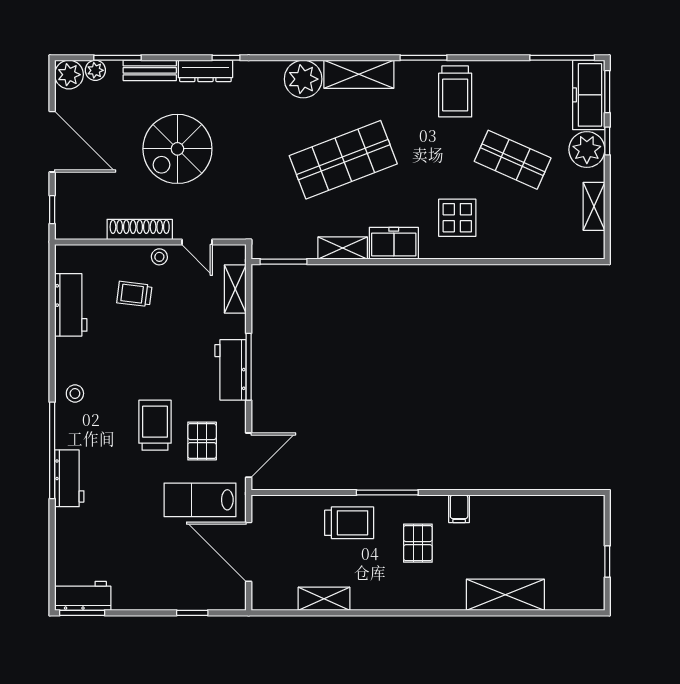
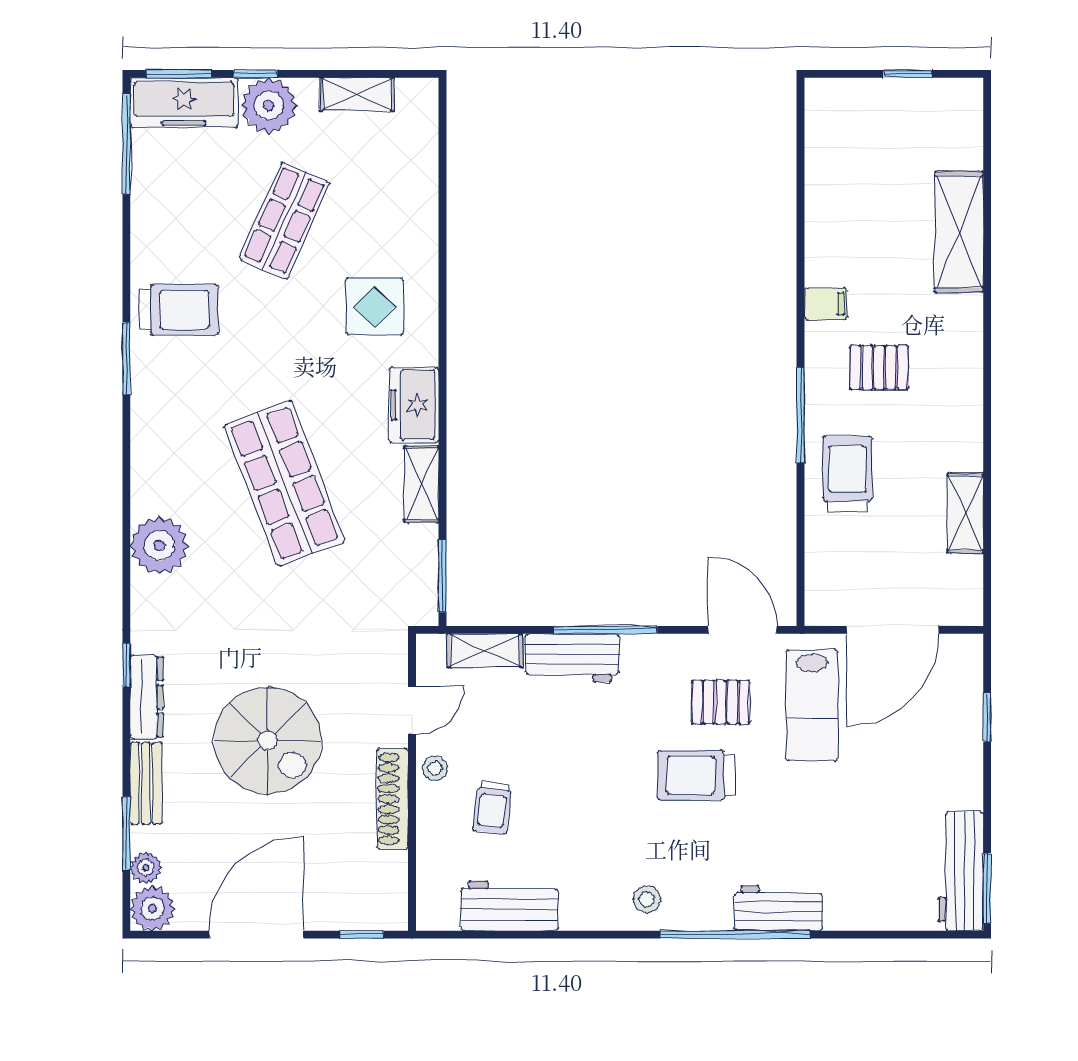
shelving: (359, 74) -> (152, 459), removed
workbench: (231, 370) -> (572, 658), moved
workbench: (83, 596) -> (961, 871), width x1.38

